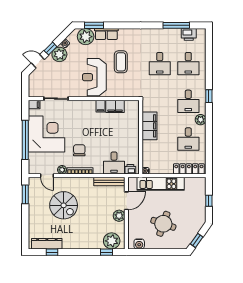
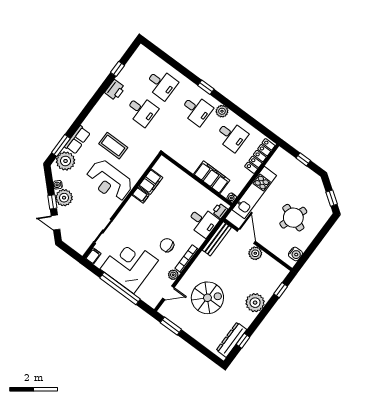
window: (176, 25) -> (117, 69), width x0.46
printer: (189, 34) -> (115, 90), moved
door: (38, 61) -> (56, 222), hinge flipped
filing cabinet: (150, 126) -> (212, 177), moved
plant: (112, 241) -> (255, 303), moved

